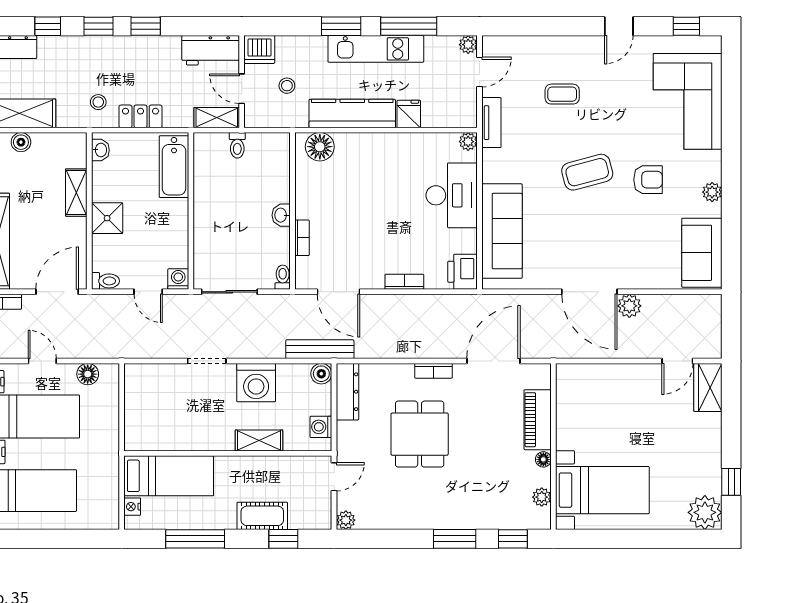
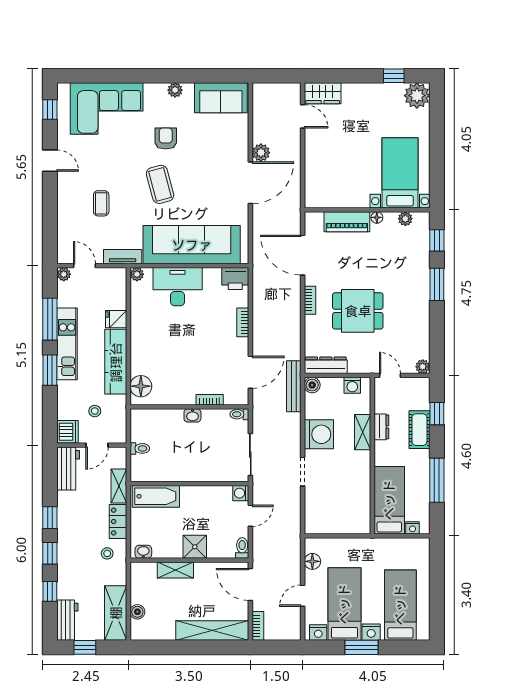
shelving: (217, 118) -> (119, 486), moved
sofa: (502, 231) -> (192, 245), width x1.36, depth x1.27
dresser: (266, 465) -> (381, 427), added

